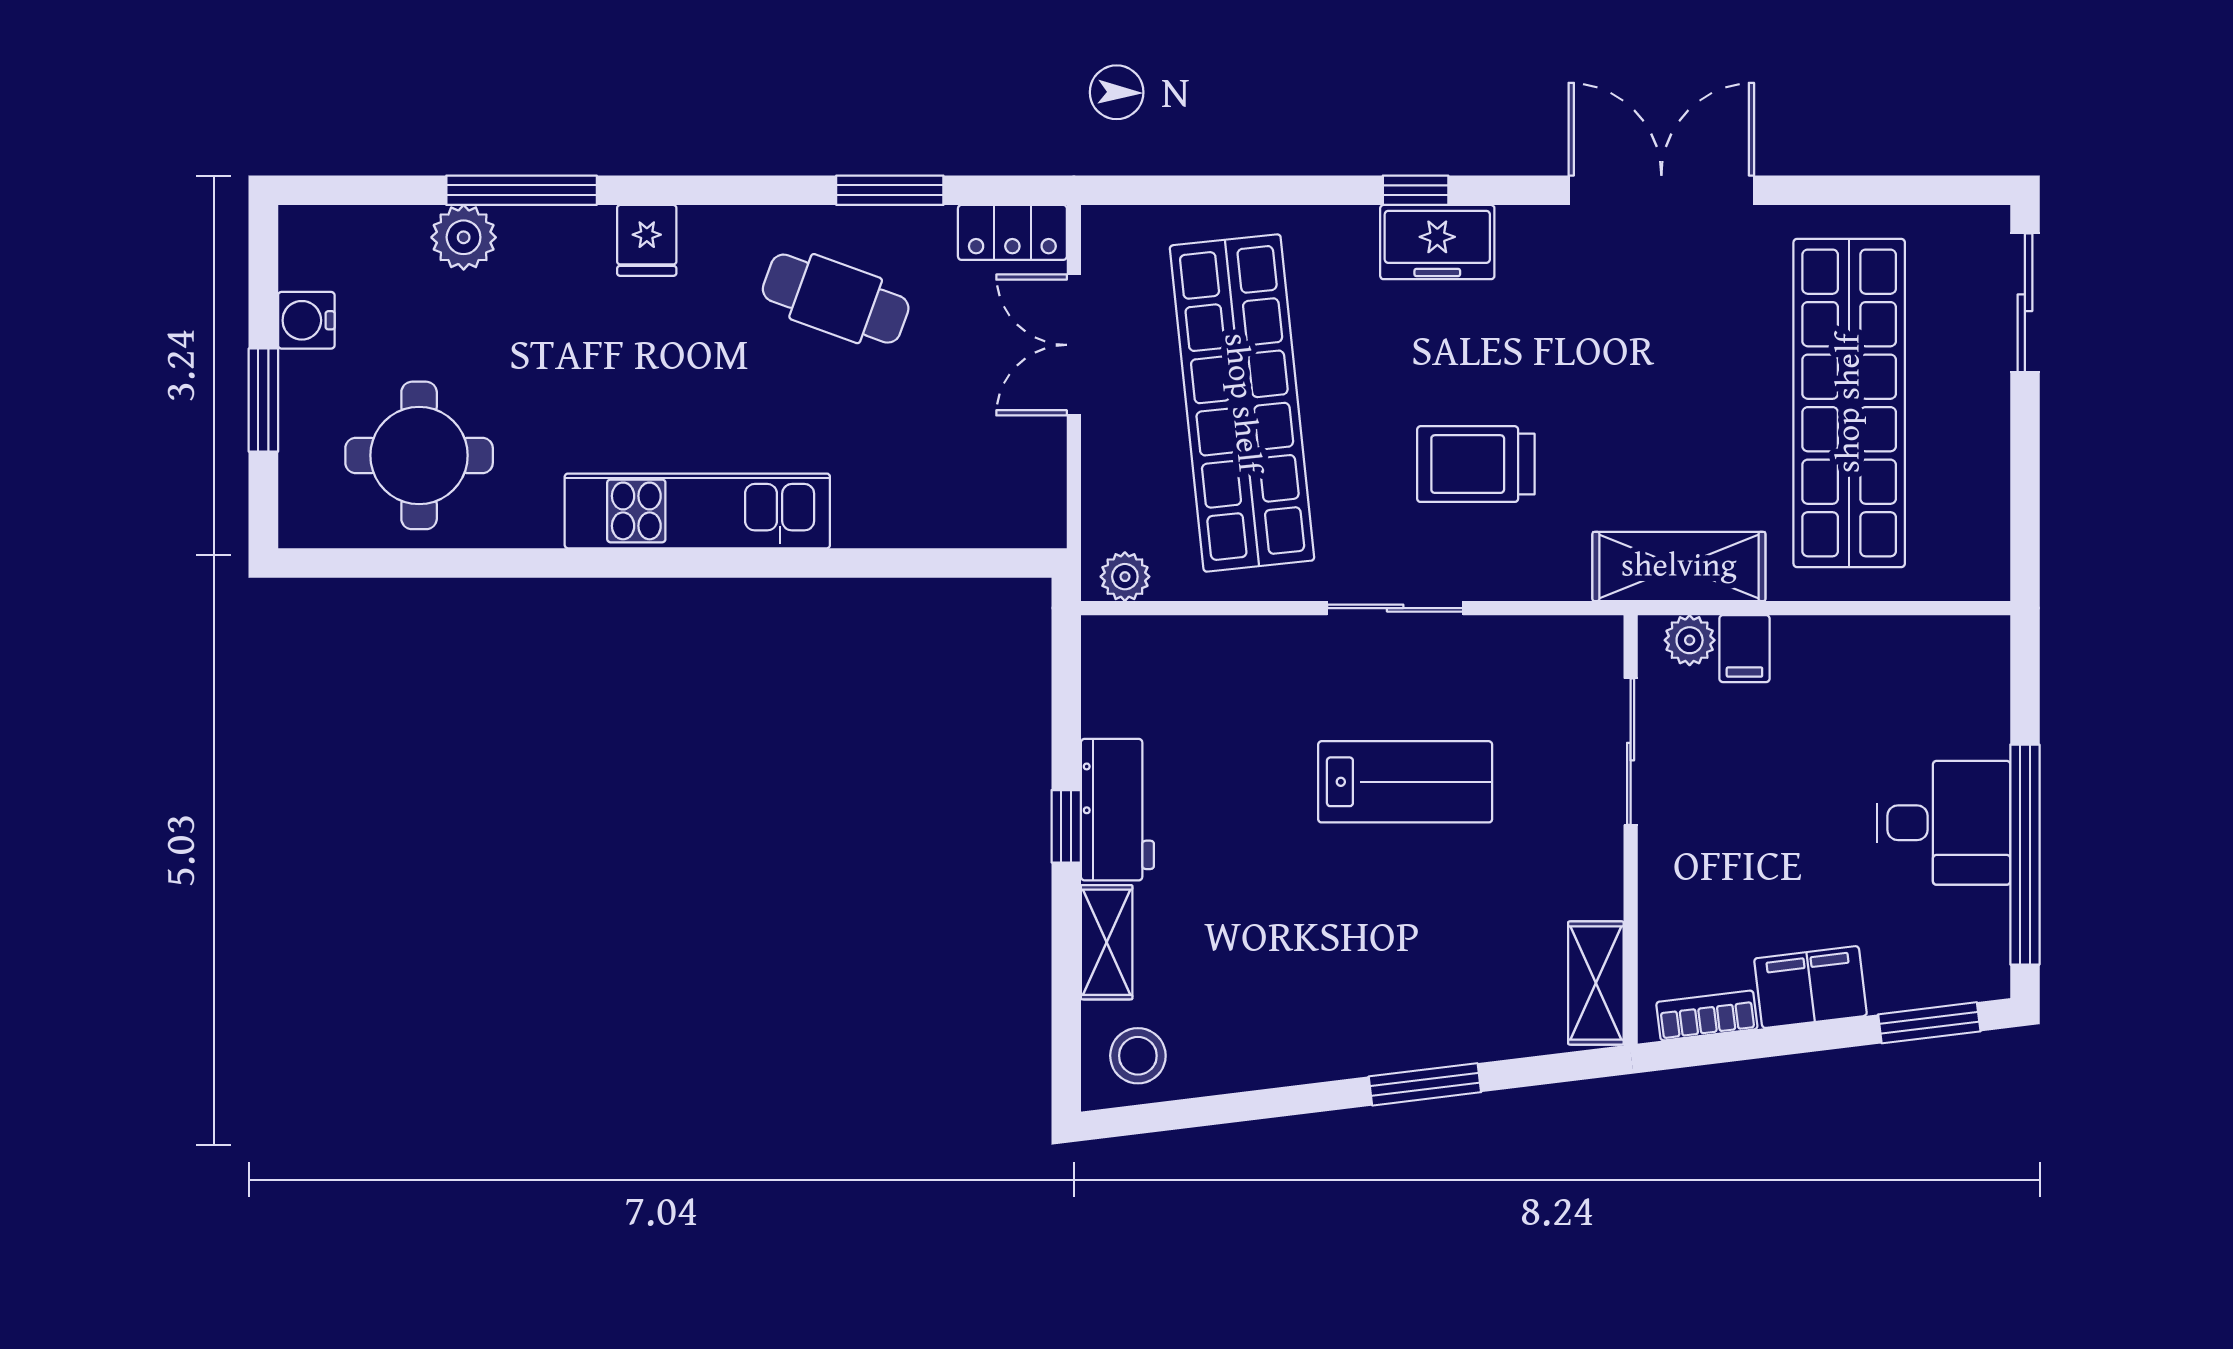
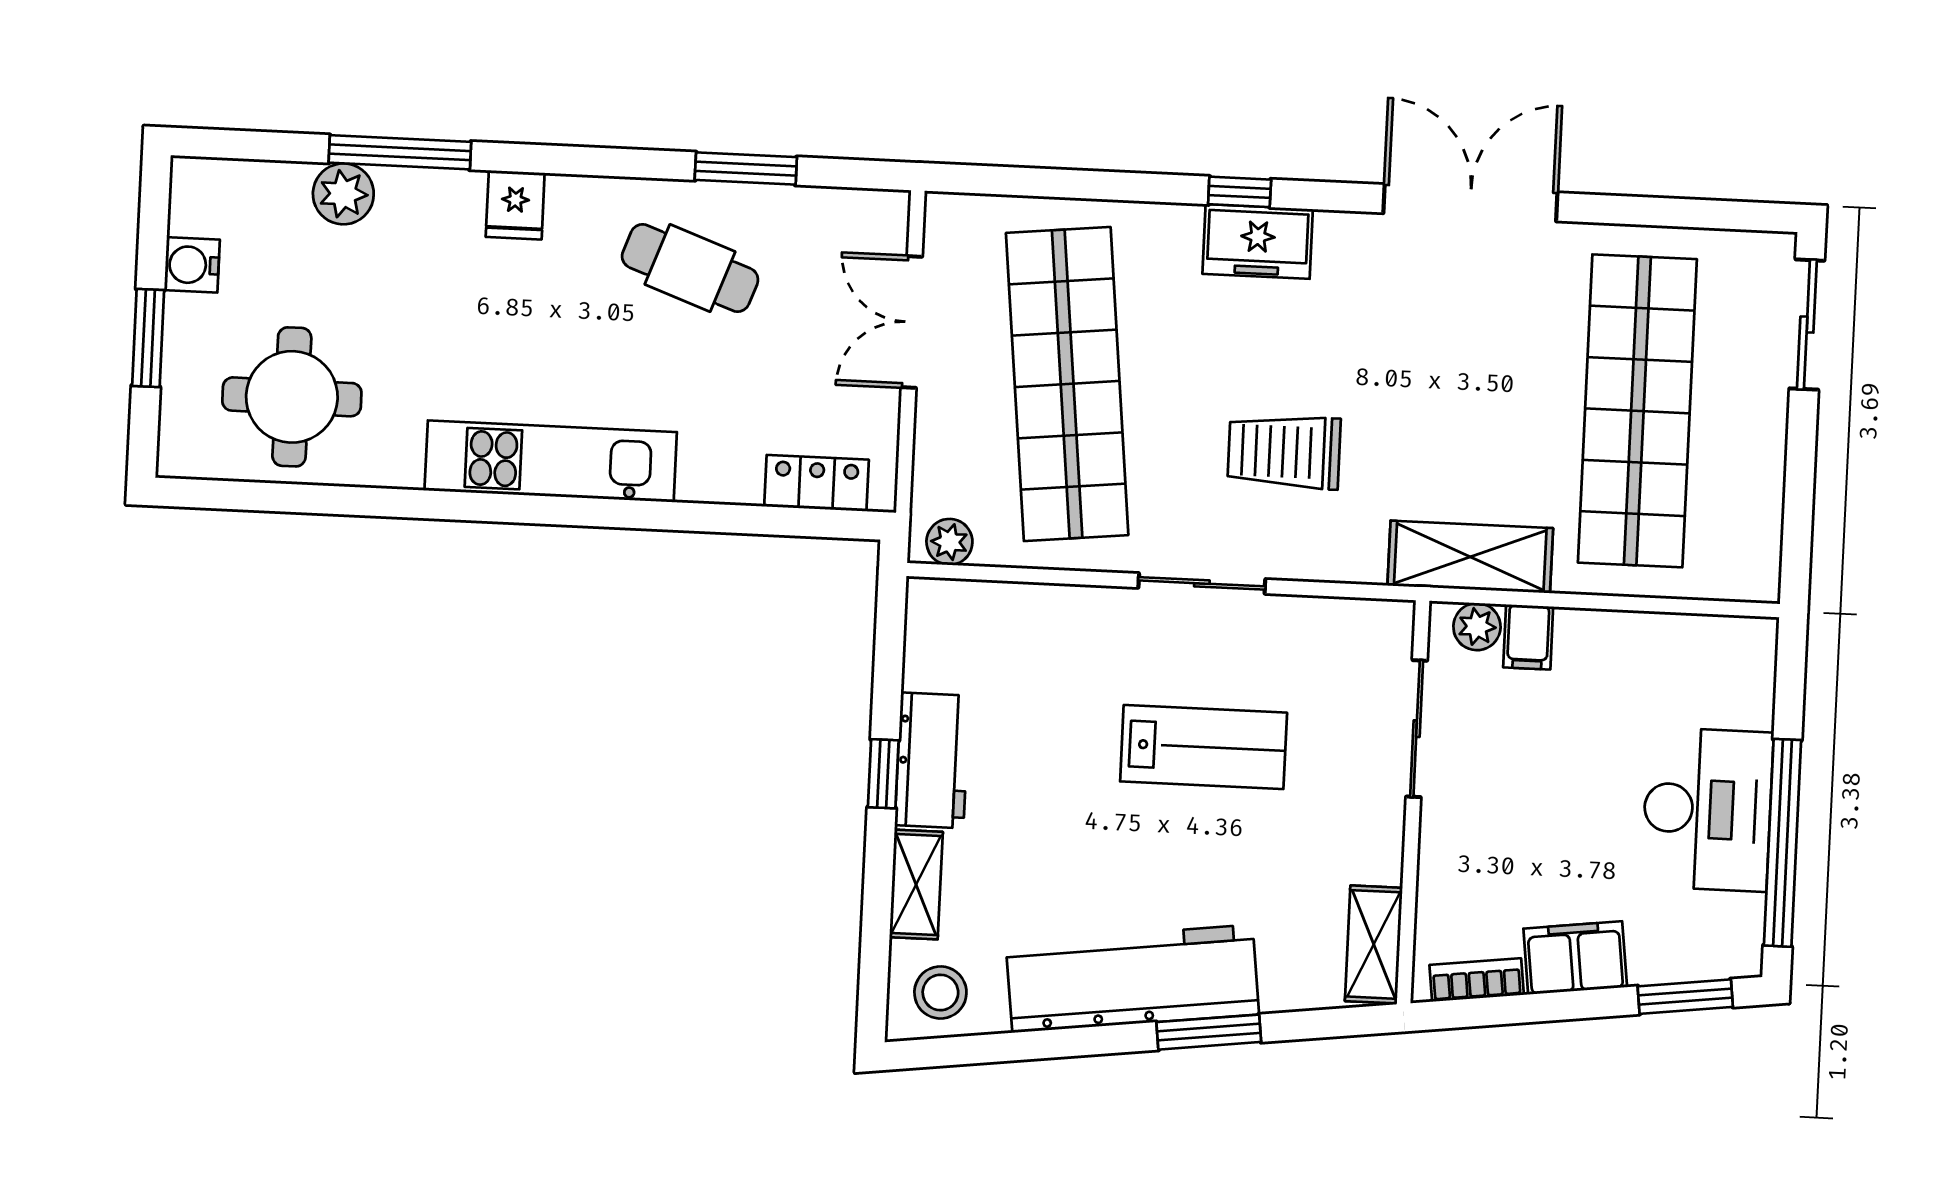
locker: (1012, 232) -> (817, 483), moved, turned 180
desk: (1944, 823) -> (1707, 809), width x1.37
workbench: (1341, 1031) -> (1132, 979), added

